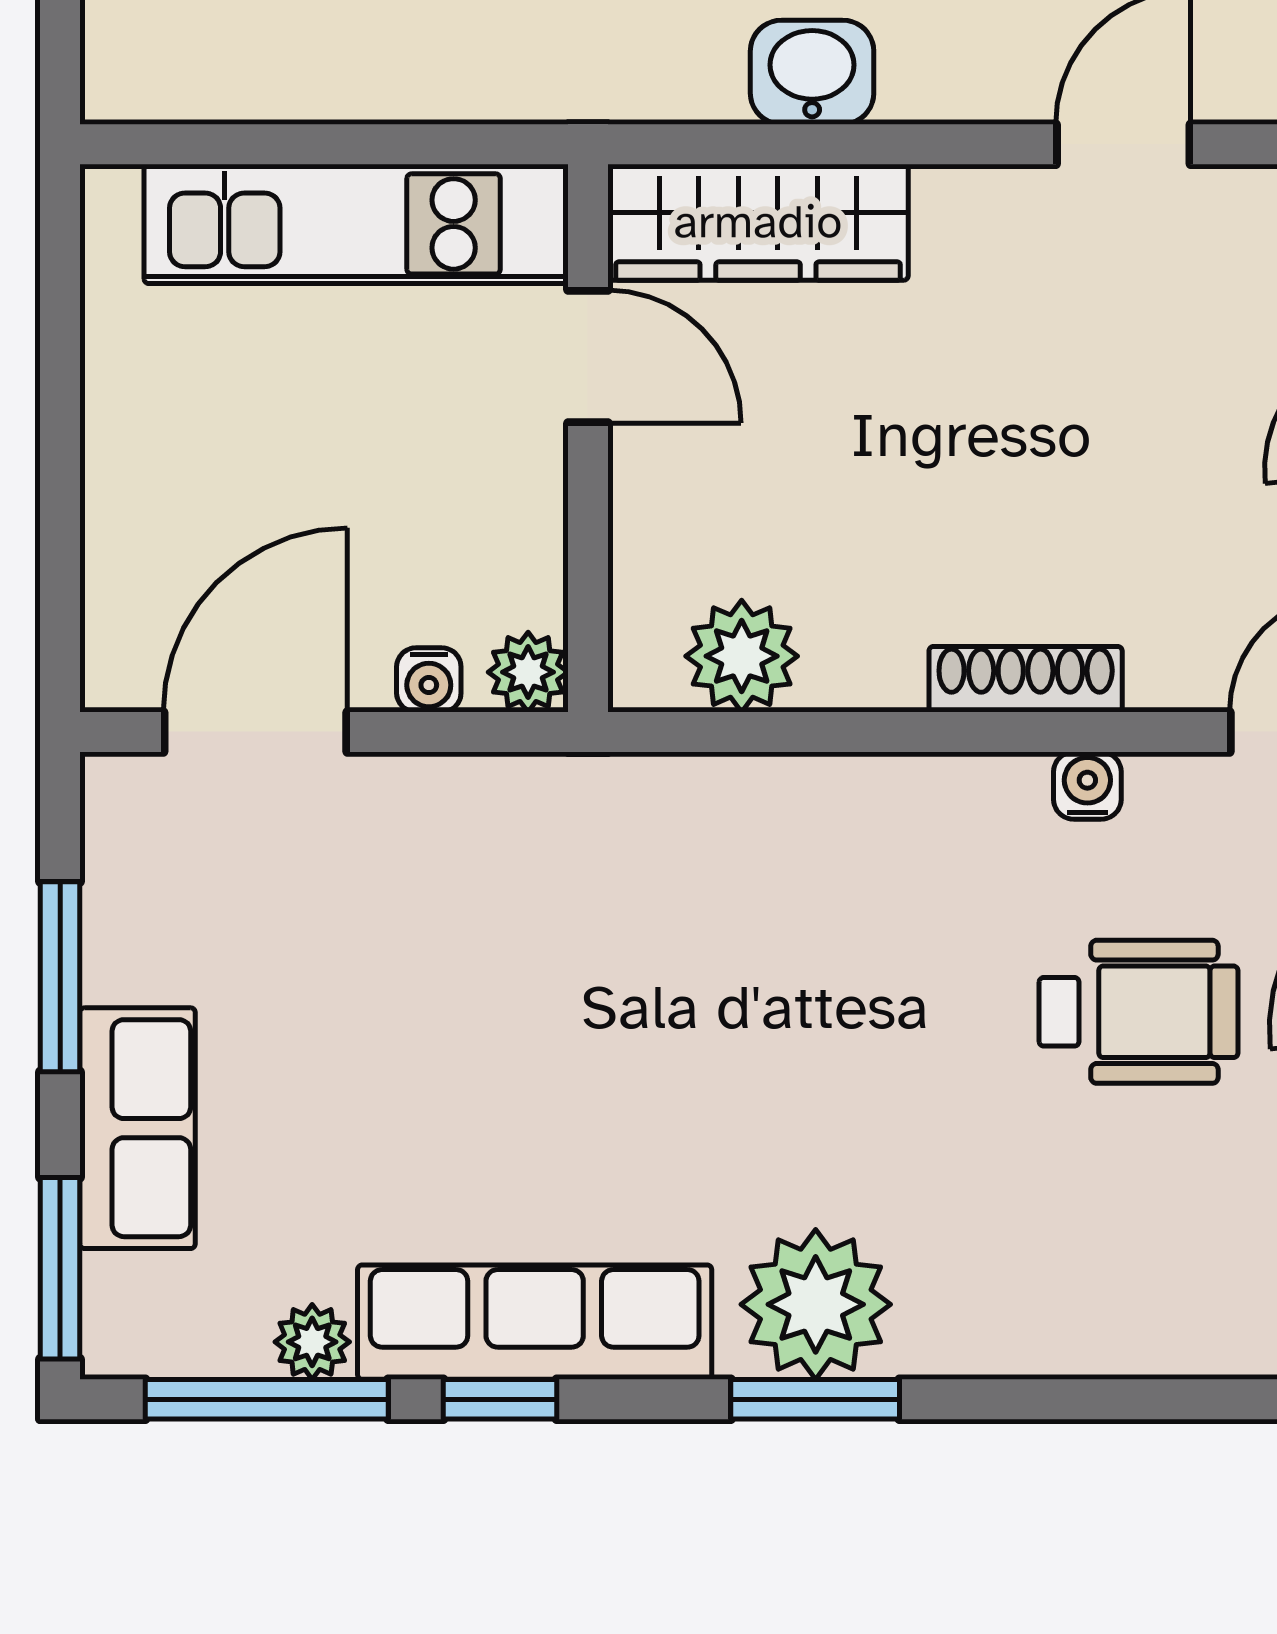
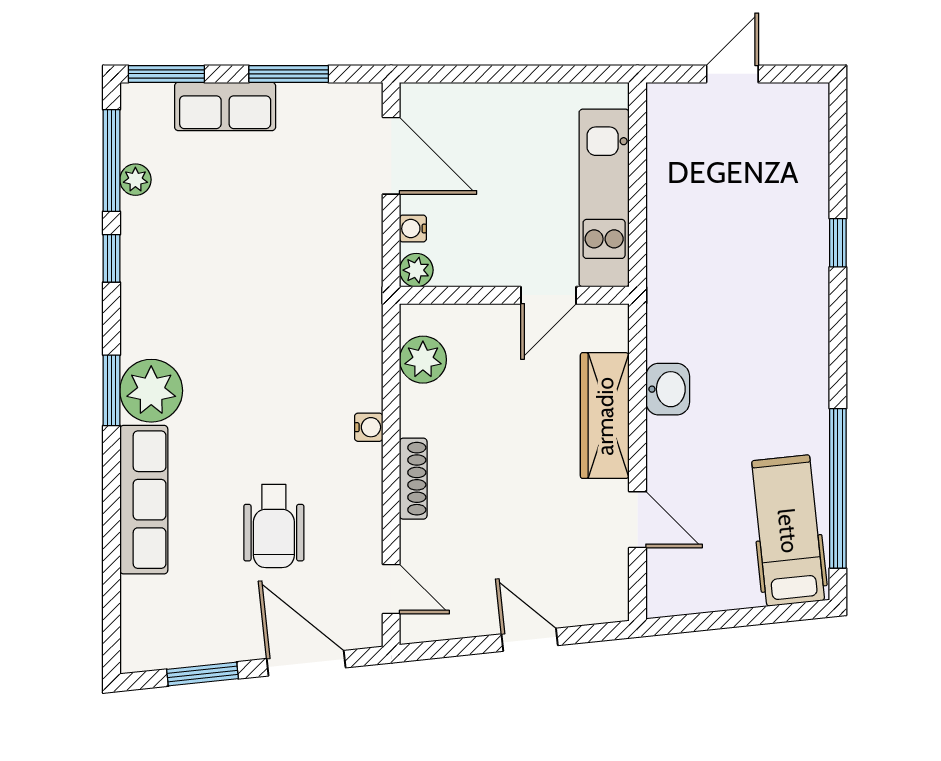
wardrobe: (758, 222) -> (605, 416), moved
water cooler: (1087, 786) -> (369, 427), moved
row of seats: (535, 1322) -> (144, 500), moved

